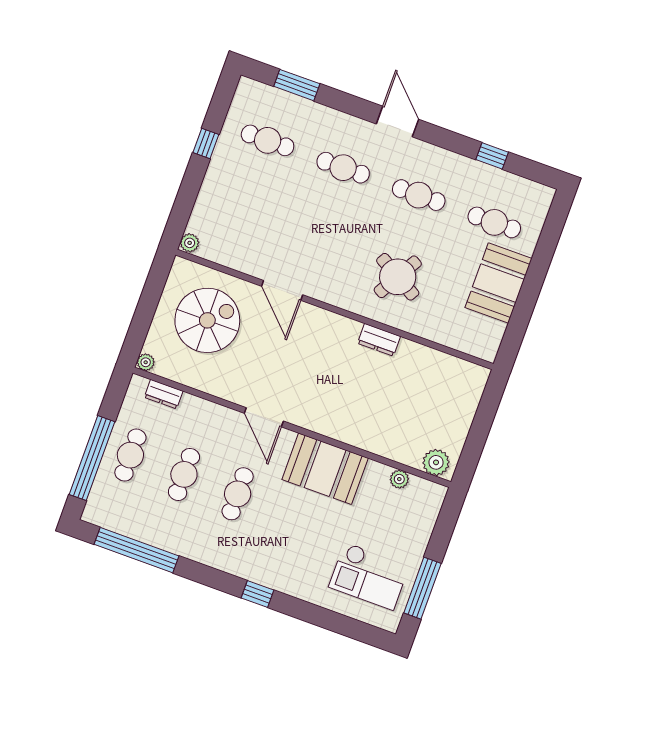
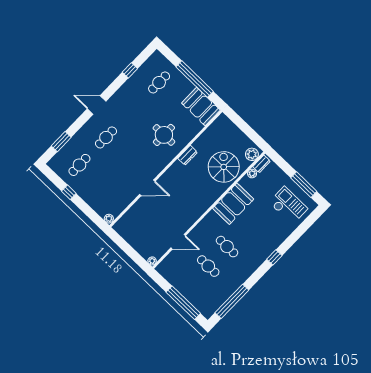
cafe table: (419, 195) -> (133, 110), removed
round table: (398, 277) -> (164, 135), turned -30
booth: (498, 283) -> (201, 107), moved
window: (531, 288) -> (195, 79), added
spiral stairs: (207, 320) -> (224, 167), moved
dresser: (164, 394) -> (262, 164), moved
door: (264, 417) -> (178, 242), moved
cafe table: (130, 455) -> (189, 286), removed
checkout: (369, 576) -> (288, 205), turned -90

